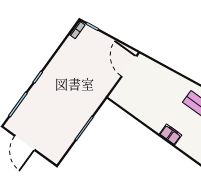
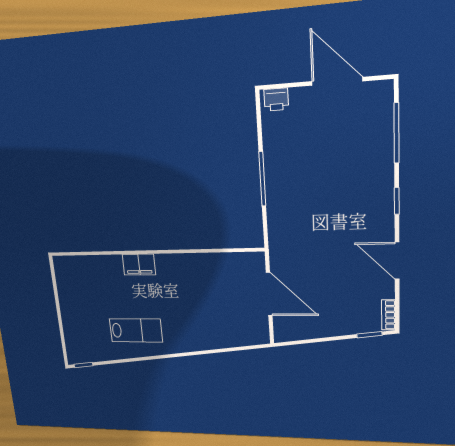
door: (56, 51) -> (397, 261), added
door: (129, 66) -> (269, 294), moved
printer: (53, 155) -> (276, 100), added

